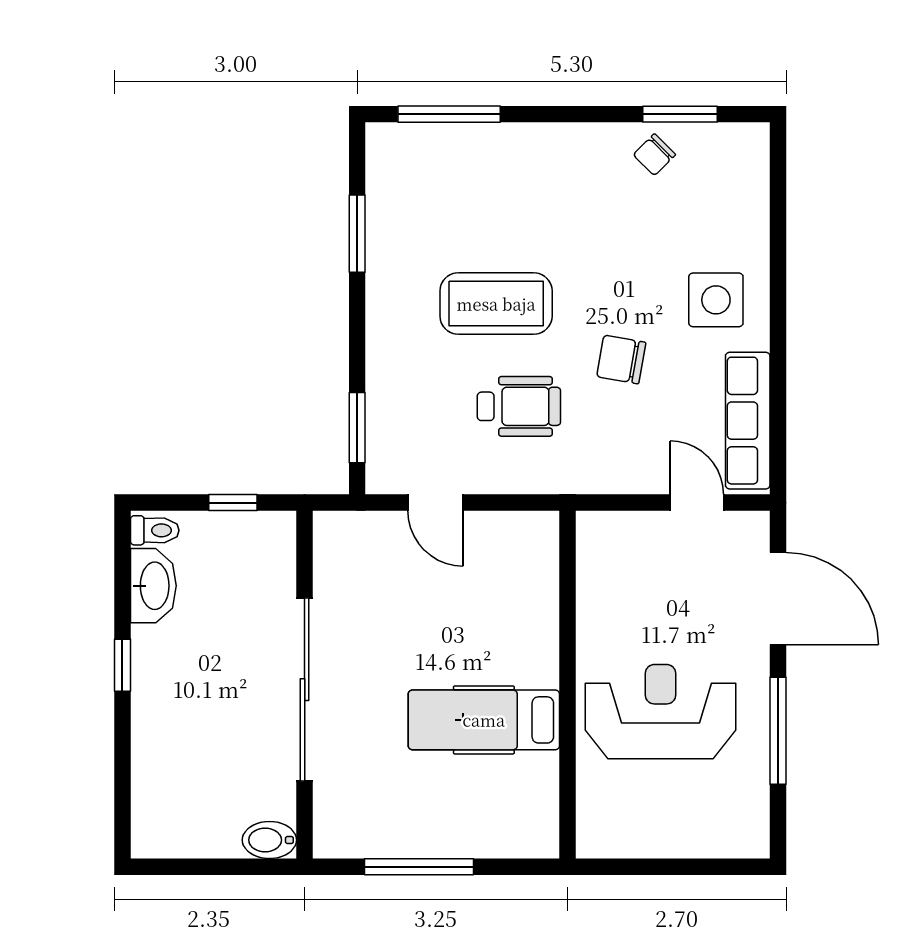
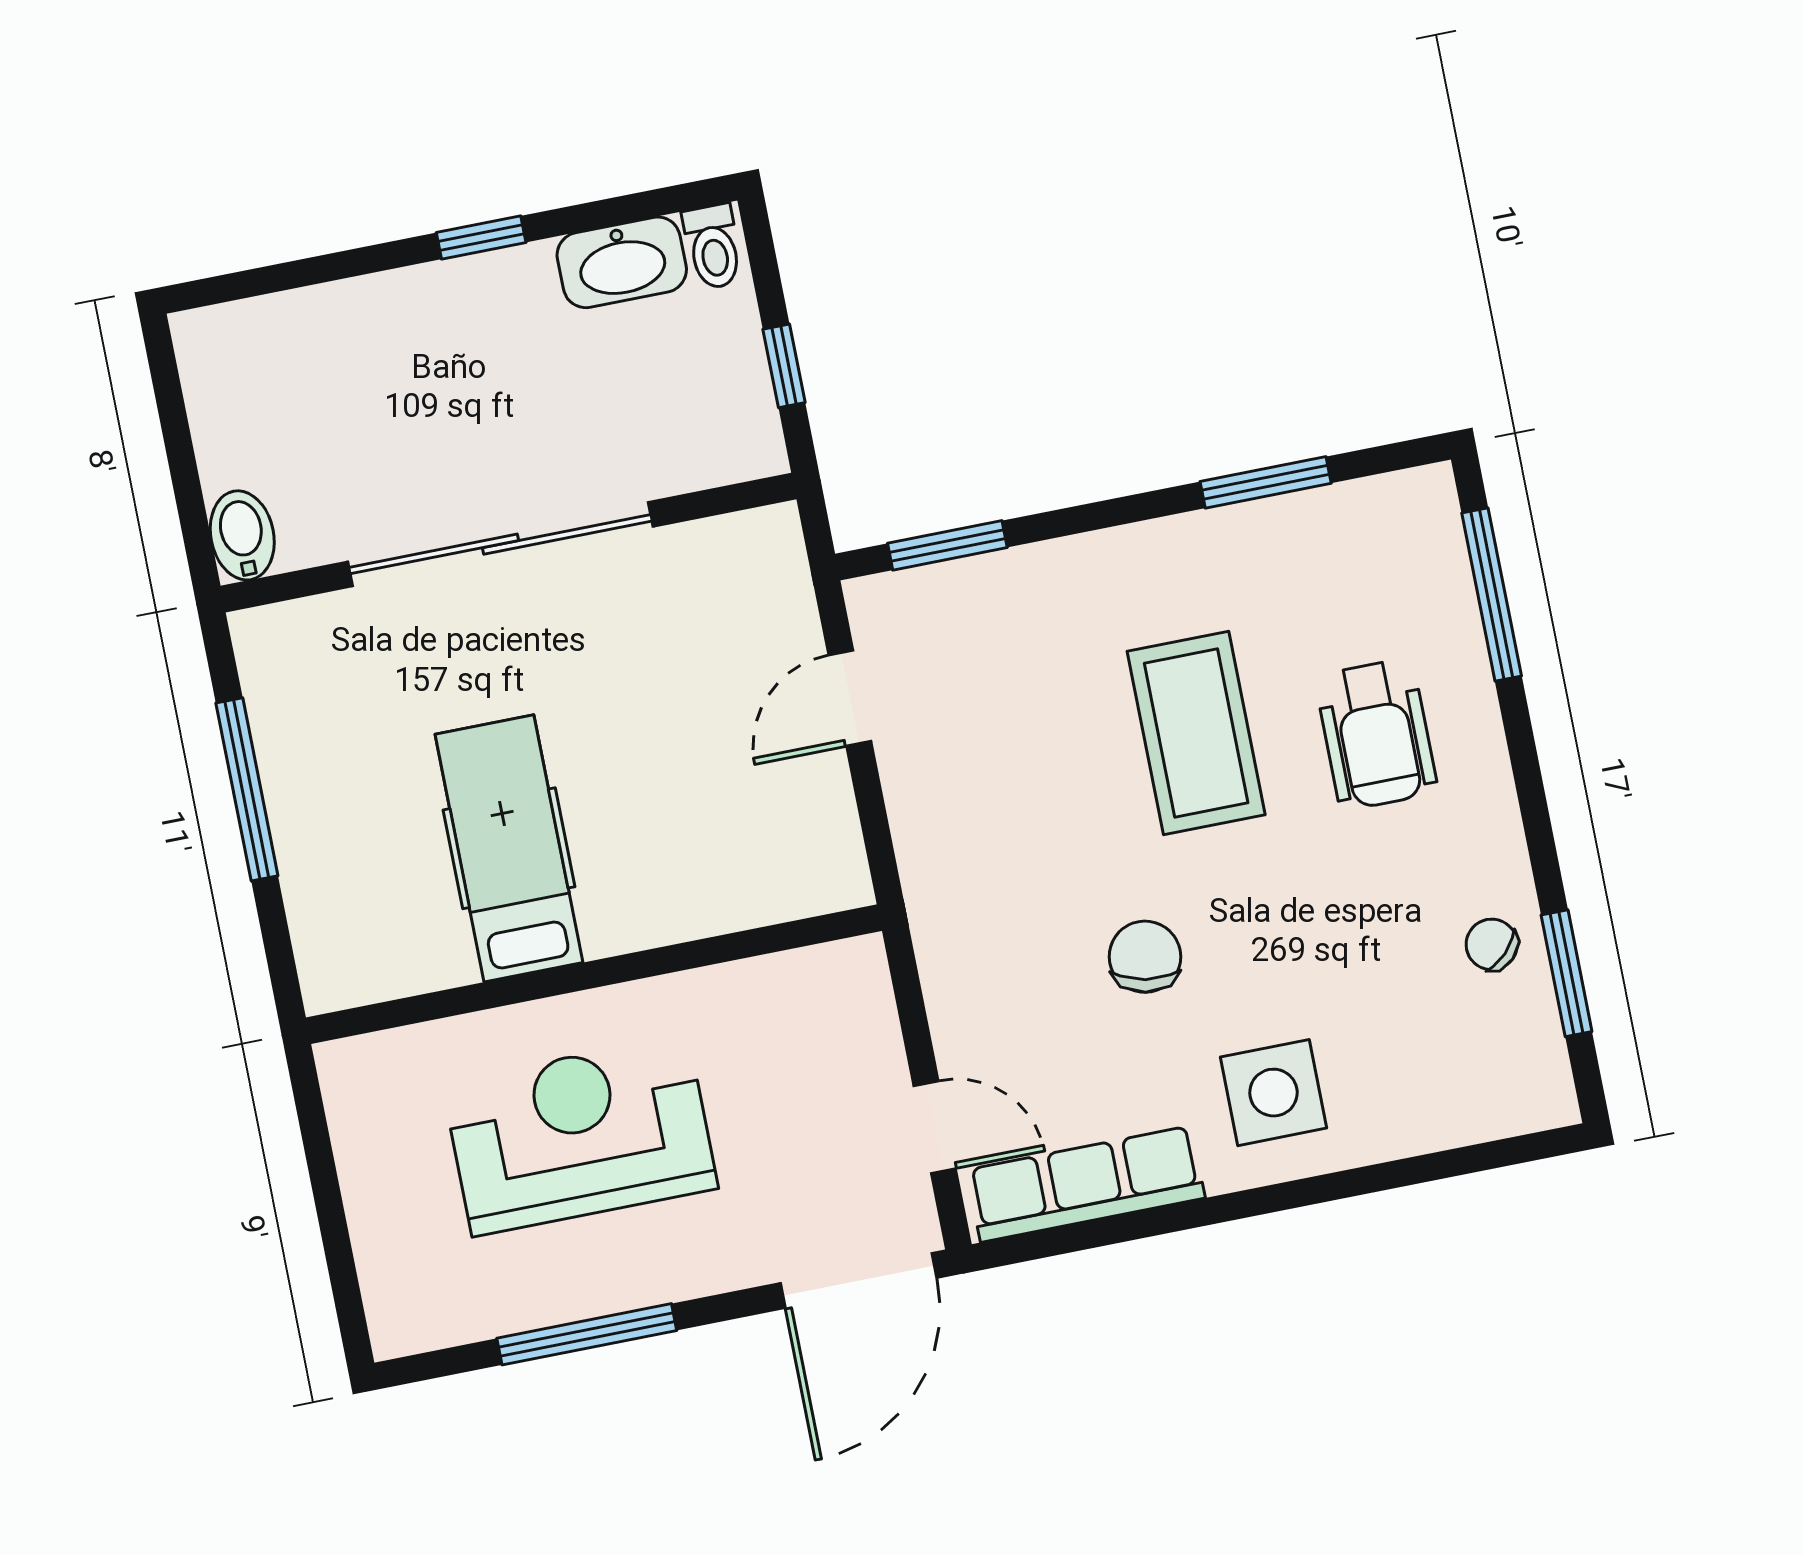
wheelchair: (519, 406) -> (1376, 734), moved
door: (697, 503) -> (935, 1127), hinge flipped
door: (778, 599) -> (859, 1281), moved
reception desk: (661, 712) -> (580, 1135), turned -90

